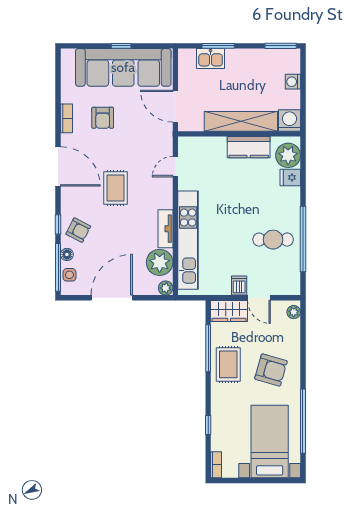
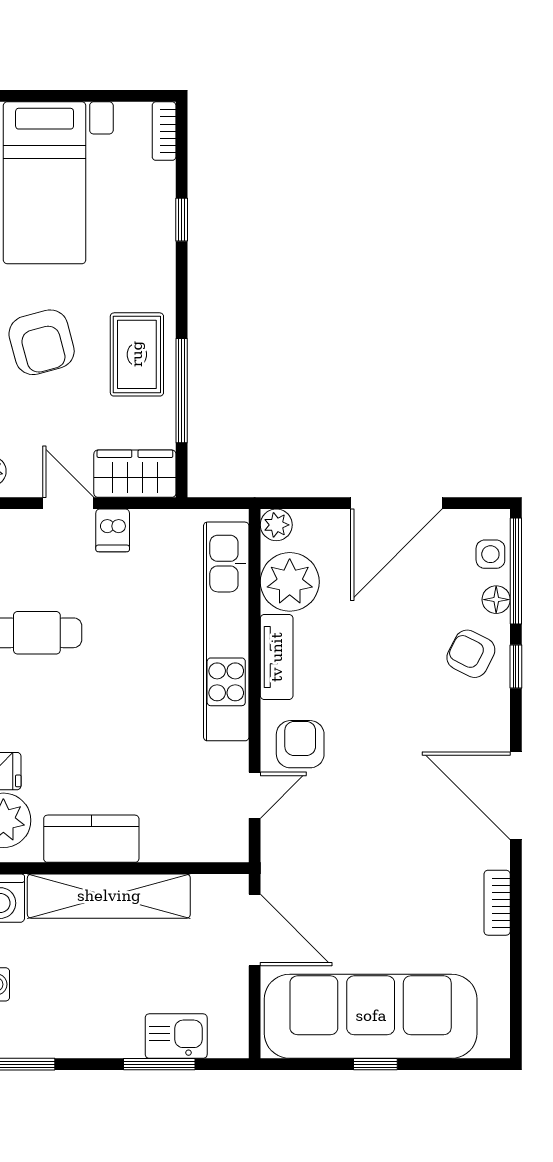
armchair: (103, 118) -> (300, 744), moved
rug: (116, 188) -> (388, 748), removed
armchair: (271, 370) -> (42, 342), turned -121

